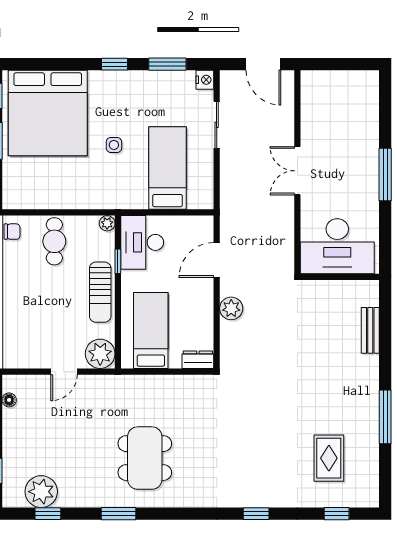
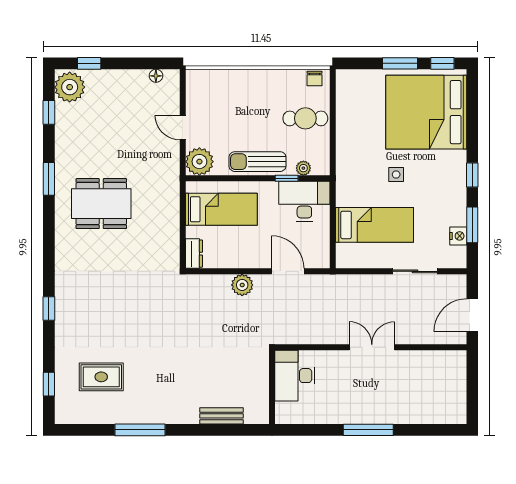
nightstand: (205, 80) -> (458, 236), moved, turned -90
plant: (107, 223) -> (303, 168), moved
desk: (337, 246) -> (295, 376), width x0.73, depth x0.77
plant: (41, 492) -> (70, 87), moved

